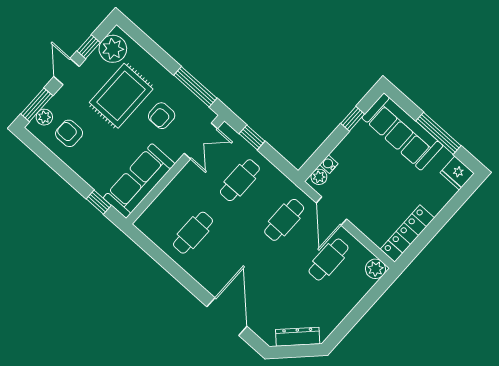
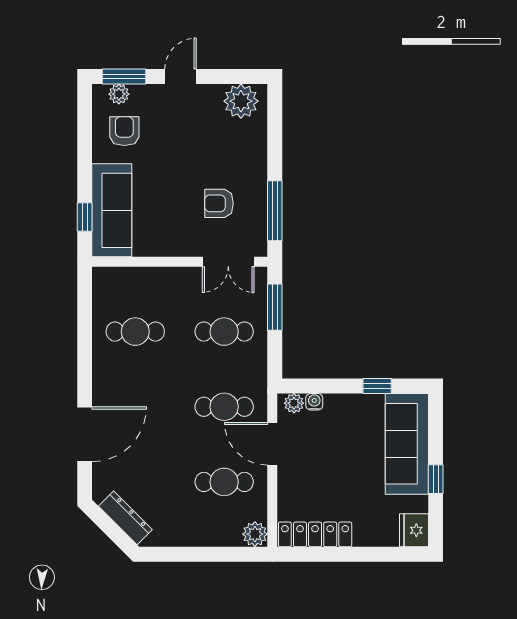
window: (89, 47) -> (222, 77), removed
rug: (121, 96) -> (204, 148), removed
window: (438, 133) -> (436, 479), width x0.46
window: (252, 137) -> (275, 307), width x1.50
sofa: (139, 181) -> (112, 210), moved, turned 90
door: (331, 211) -> (272, 444), hinge flipped

